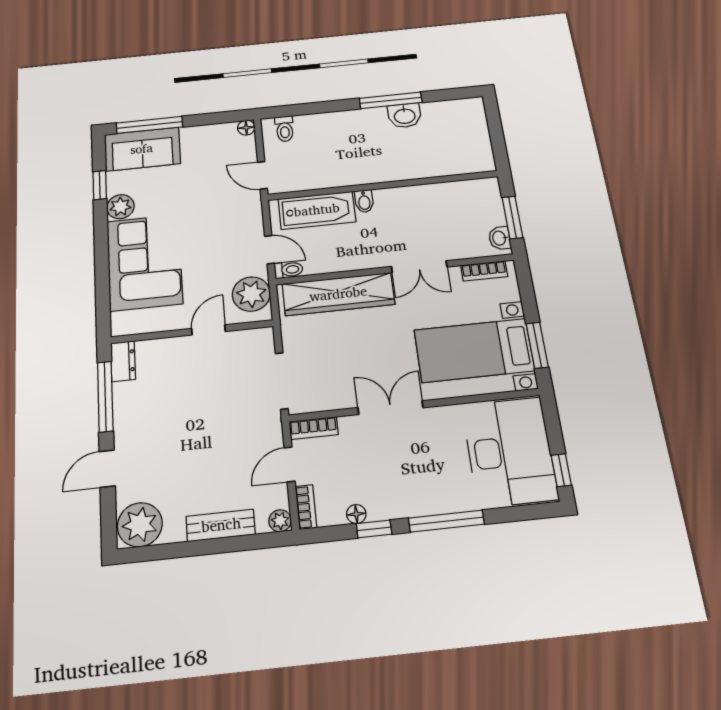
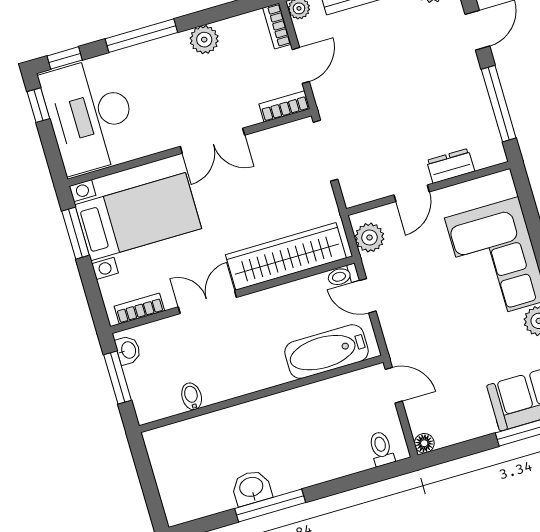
bidet: (364, 201) -> (192, 396), moved
plant: (251, 294) -> (369, 238), width x0.73, depth x0.73
dresser: (123, 361) -> (451, 166), moved, turned 90
plant: (382, 506) -> (204, 40), added
floor lamp: (356, 514) -> (228, 28), removed
window: (374, 529) -> (65, 58), moved

